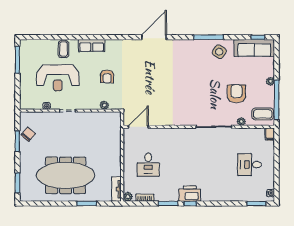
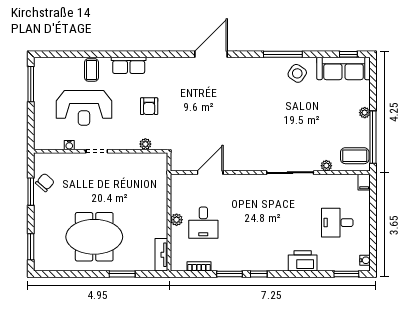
armchair: (236, 94) -> (320, 129), removed
door: (138, 127) -> (210, 173), moved
meeting table: (66, 175) -> (94, 237), width x0.73
printer: (190, 194) -> (303, 261), moved
plant: (128, 197) -> (177, 220), moved

